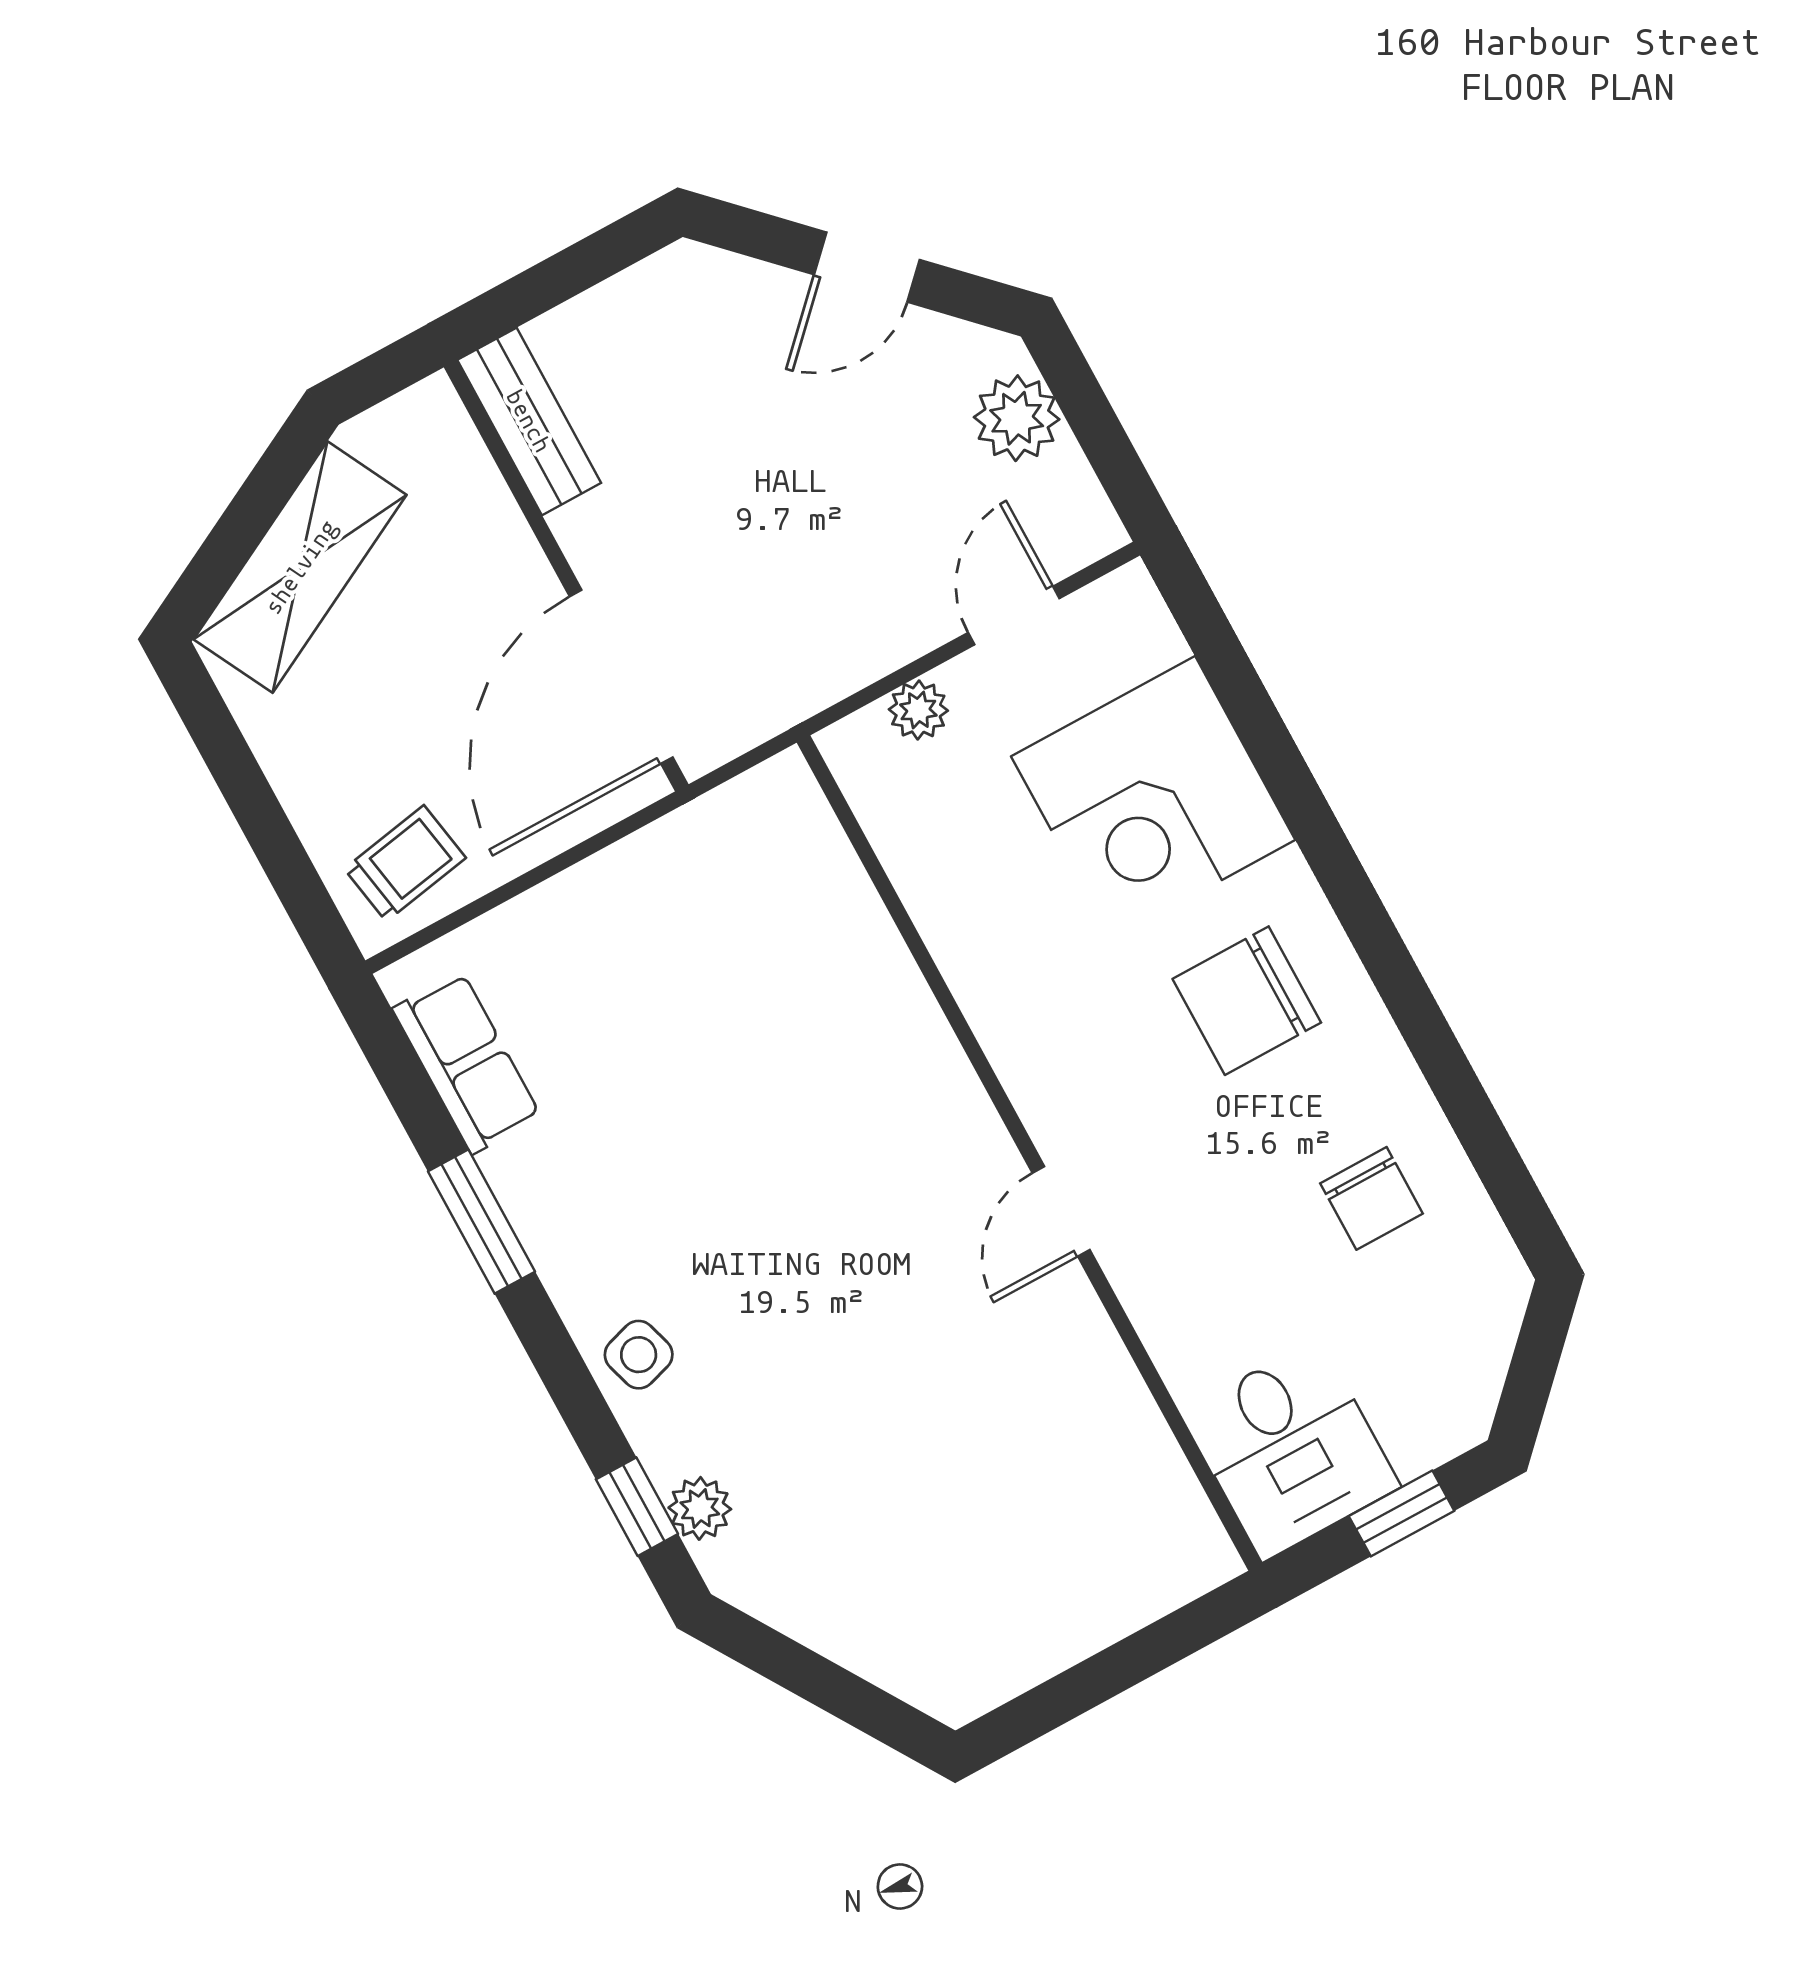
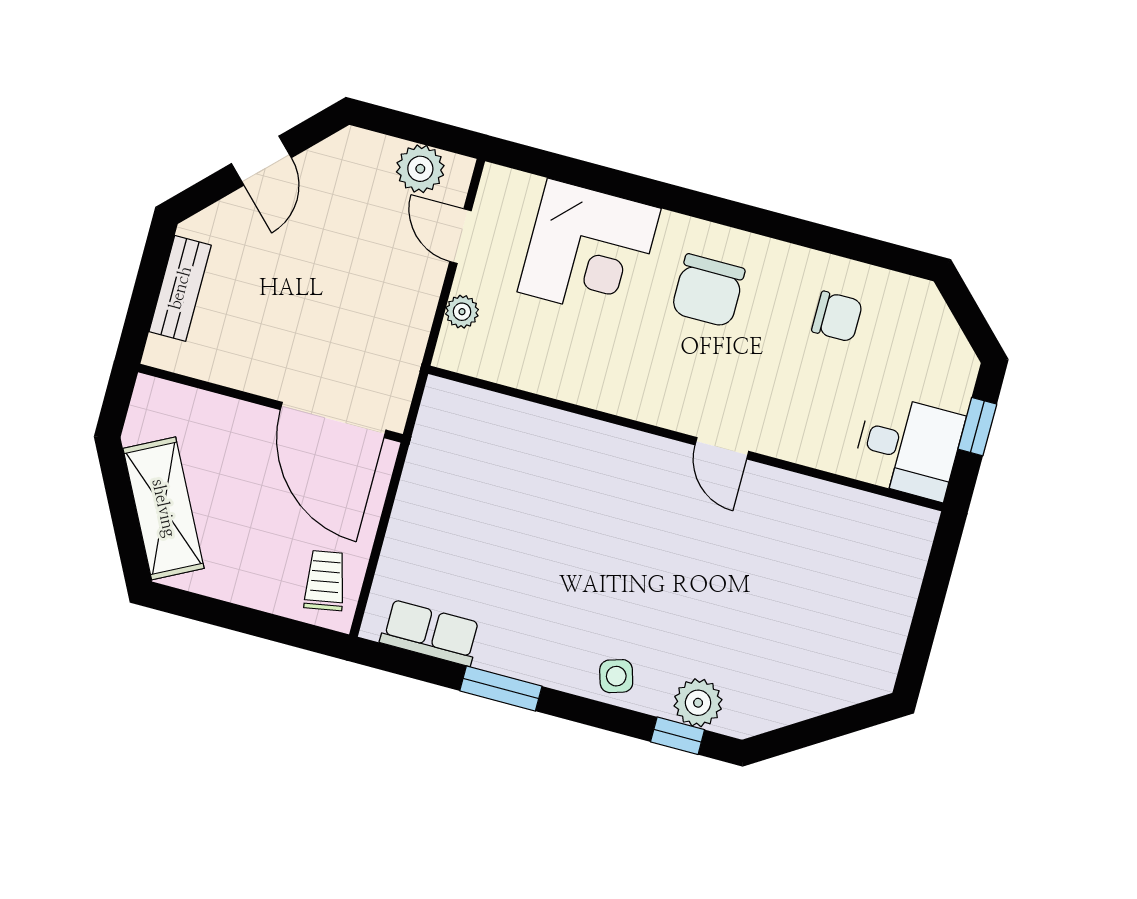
plant: (1017, 418) -> (420, 169), moved
bench: (529, 421) -> (180, 288), moved, turned 90
plant: (700, 1508) -> (698, 703), width x1.38, depth x1.38

